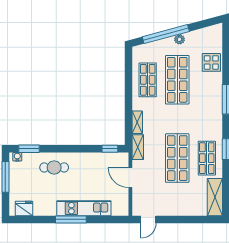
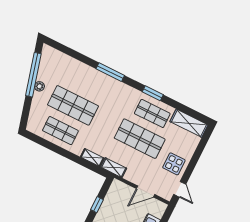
window: (166, 34) -> (33, 75), moved
display table: (211, 62) -> (174, 164), moved
window: (110, 149) -> (97, 205), moved
door: (130, 178) -> (146, 192), moved

